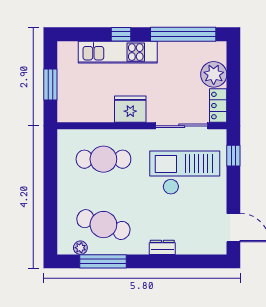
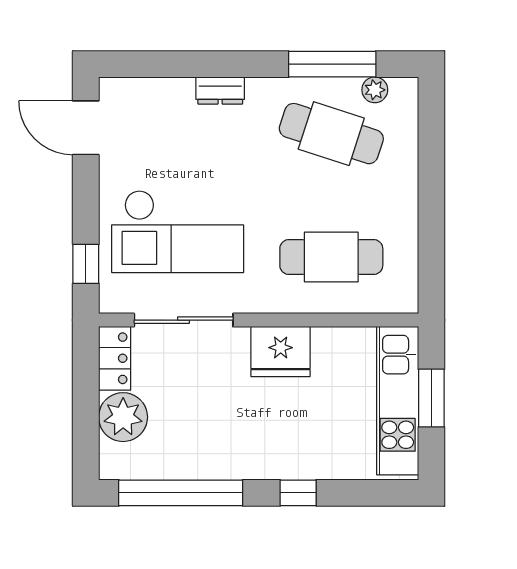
kitchen unit: (118, 52) -> (398, 401), moved, turned -90

